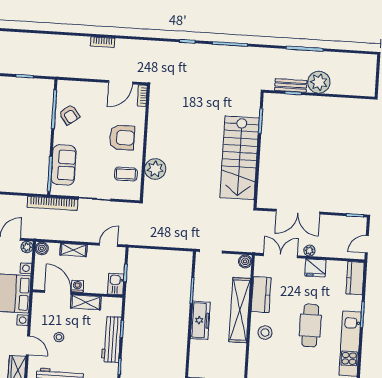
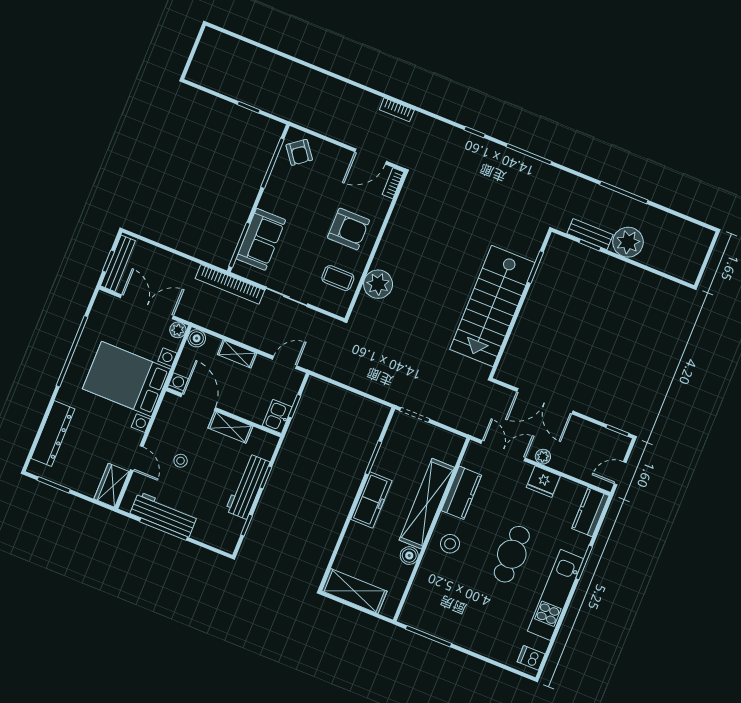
bookcase: (103, 42) -> (397, 110), moved
armchair: (69, 115) -> (299, 152), moved
boiler: (245, 261) -> (409, 556), moved
washing machine: (77, 286) -> (178, 383), moved

